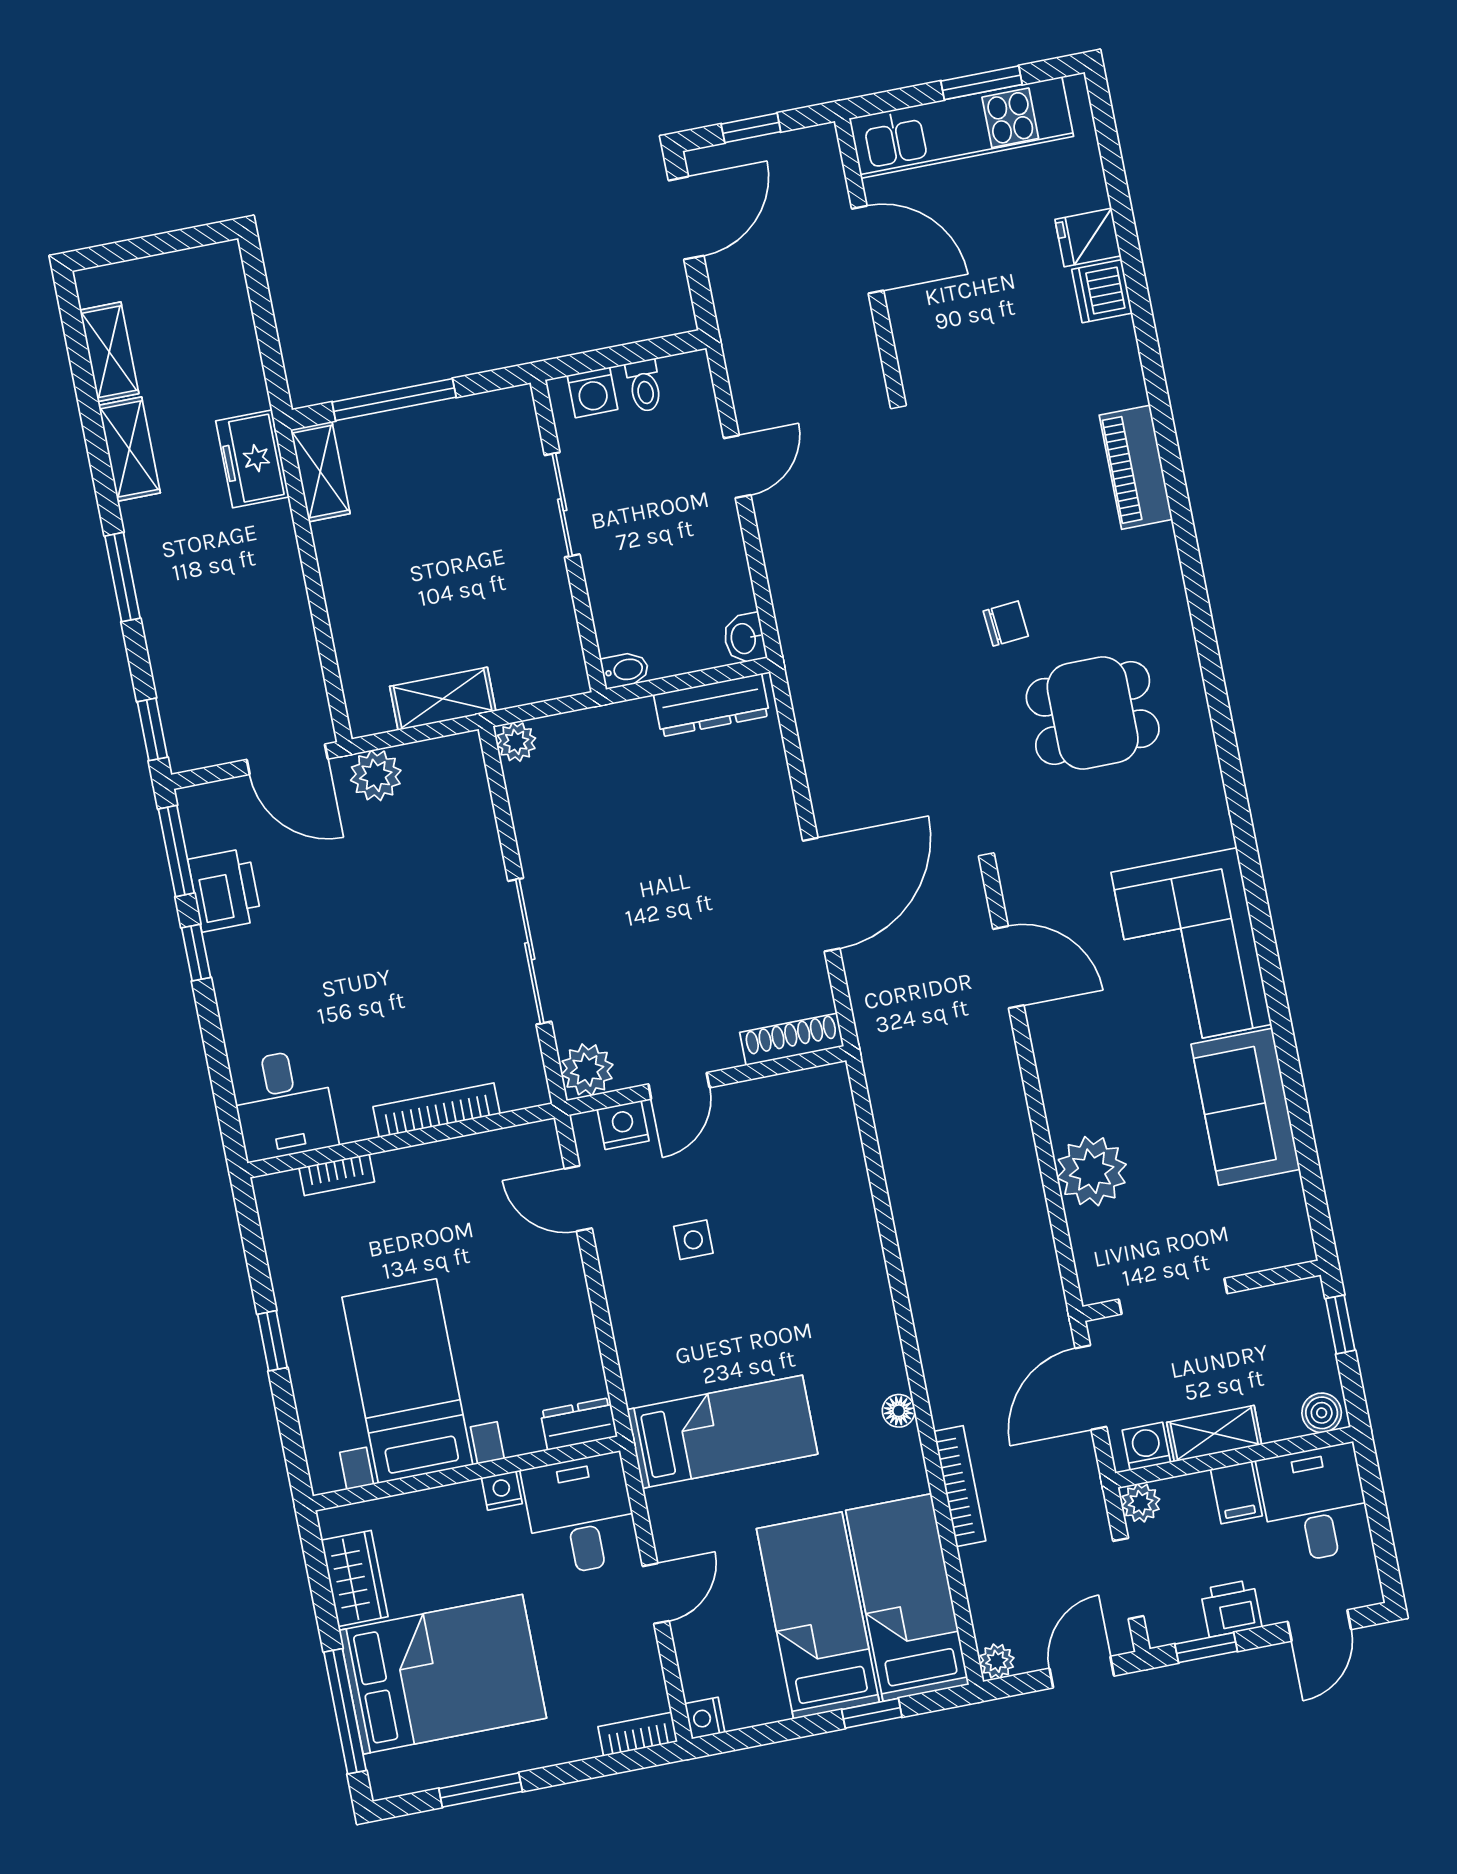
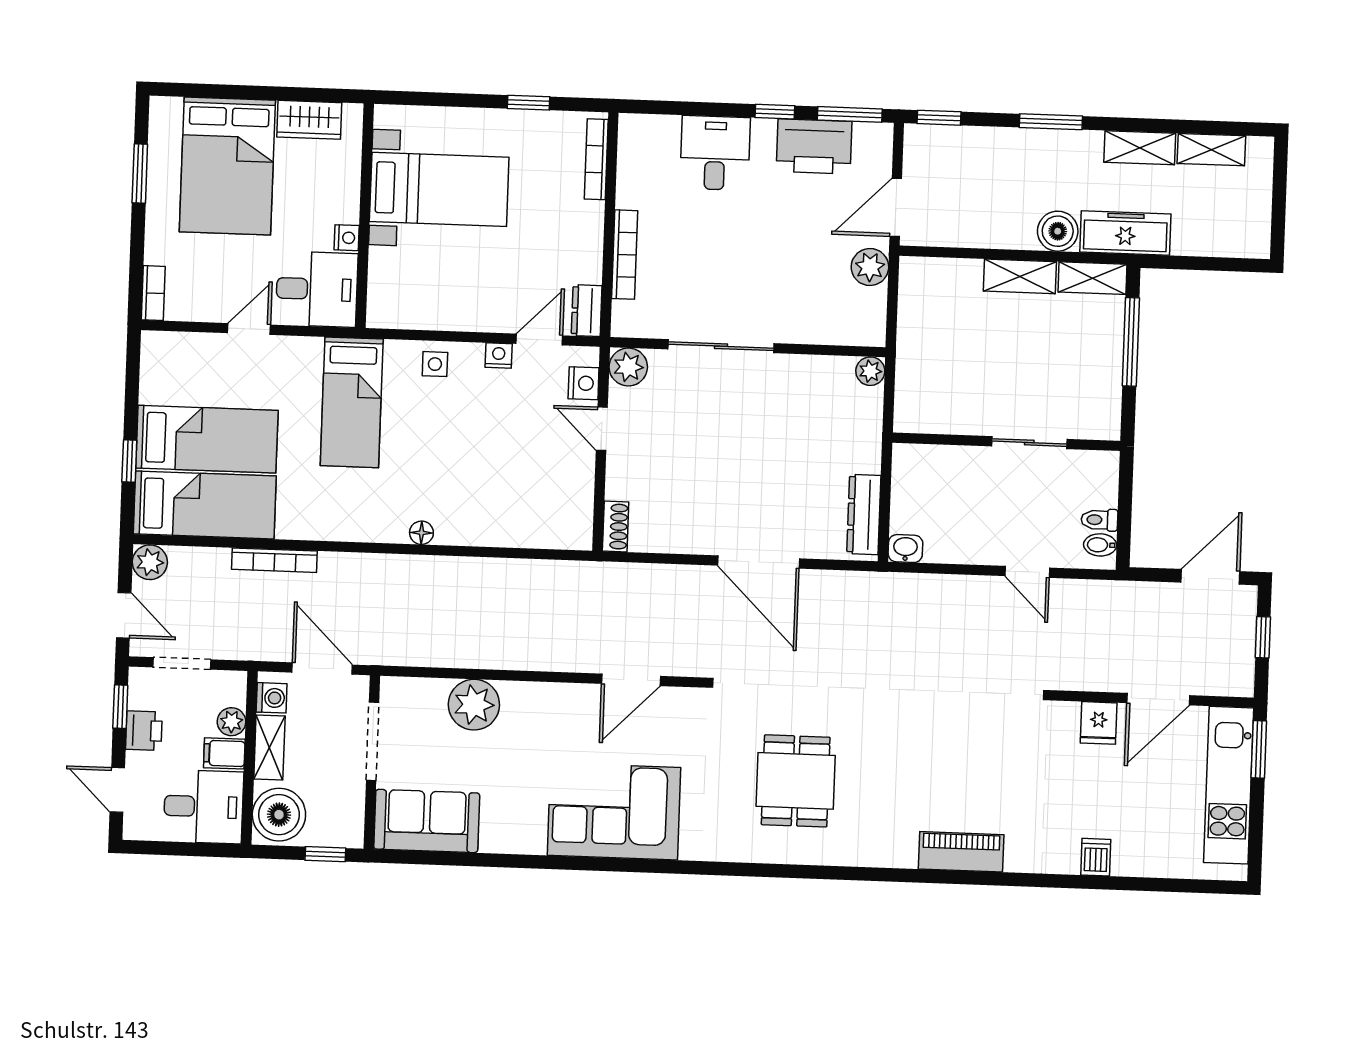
window: (982, 83) -> (1259, 749), moved
door: (686, 218) -> (1210, 577), swing flipped
fridge: (1088, 238) -> (1099, 723), moved, turned 180
dishwasher: (1102, 291) -> (1096, 857), width x0.73
washing machine: (592, 392) -> (1103, 482), removed
freezer: (252, 459) -> (1125, 233), width x1.40
boiler: (268, 533) -> (1058, 231), added
chair: (1006, 624) -> (873, 735), removed
bidet: (625, 670) -> (1100, 545), moved, turned 90
shelving: (443, 699) -> (1020, 276), moved, turned 90
printer: (225, 890) -> (814, 146), width x1.37, depth x1.19
door: (821, 895) -> (759, 562), moved
shoe rack: (792, 1039) -> (616, 526), width x0.70
desk: (284, 1104) -> (715, 153), moved, turned 90
sofa: (1246, 1107) -> (427, 821), moved
bookcase: (337, 1175) -> (596, 159), width x1.56
side table: (693, 1240) -> (435, 364), moved
window: (272, 1341) -> (528, 103), moved
floor lamp: (899, 1411) -> (421, 533), moved
boiler: (1322, 1413) -> (279, 815), width x1.86, depth x1.86
dresser: (579, 1424) -> (587, 311), moved, turned 180
plant: (1141, 1503) -> (232, 722), moved
door: (656, 1594) -> (249, 329), swing flipped
plant: (997, 1661) -> (150, 562), width x1.38, depth x1.38
window: (345, 1711) -> (218, 91), removed
nightstand: (705, 1718) -> (499, 355), moved

